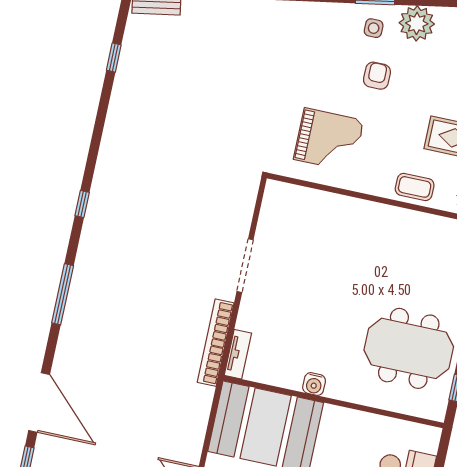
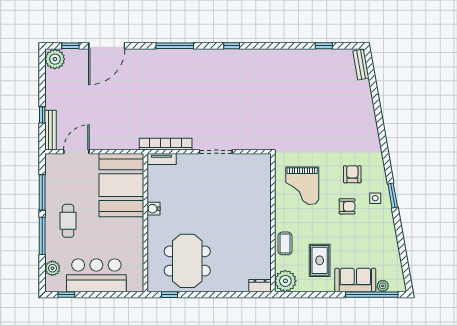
plant: (417, 23) -> (384, 224), removed
armchair: (328, 56) -> (352, 174), added

